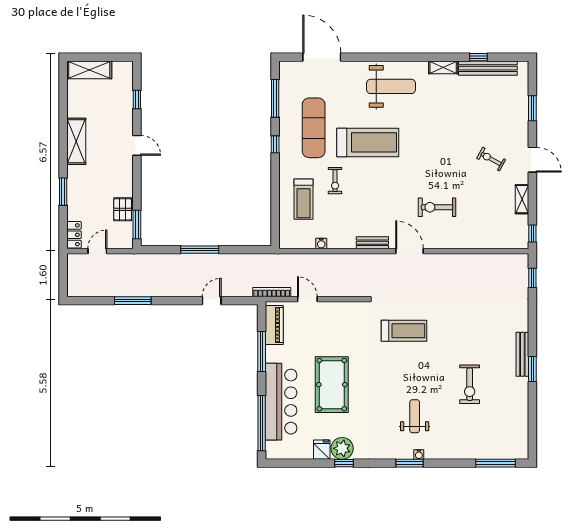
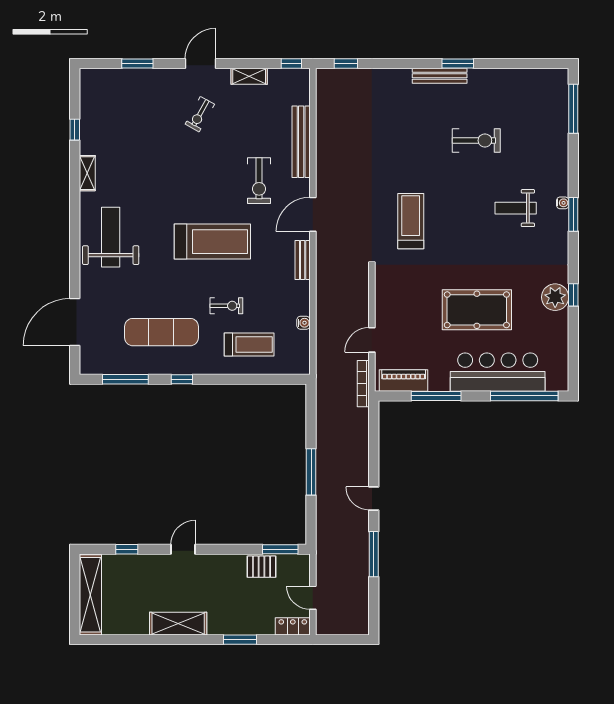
bench: (488, 68) -> (301, 142), moved
shelving: (89, 70) -> (90, 595), width x1.47
treadmill: (368, 142) -> (212, 242), moved, turned 90
door: (212, 301) -> (374, 498), moved
fridge: (322, 450) -> (557, 322), removed

